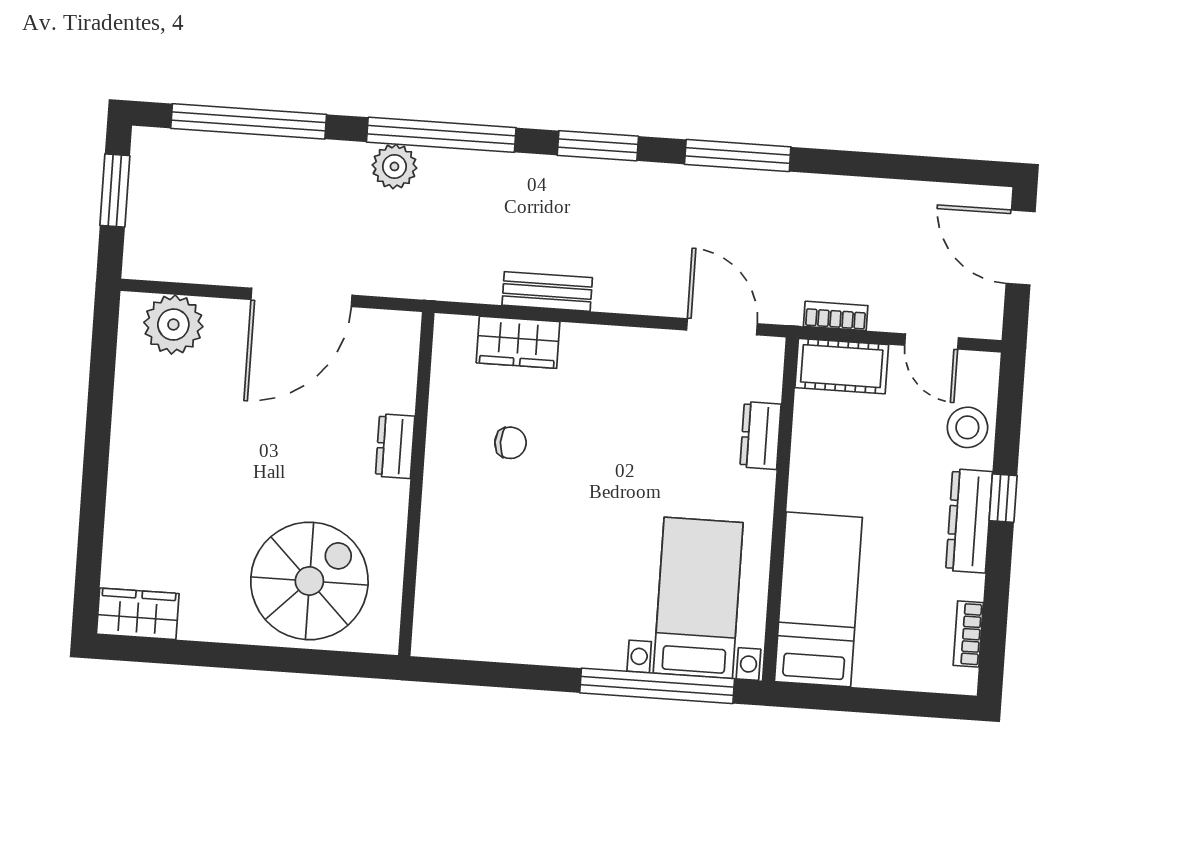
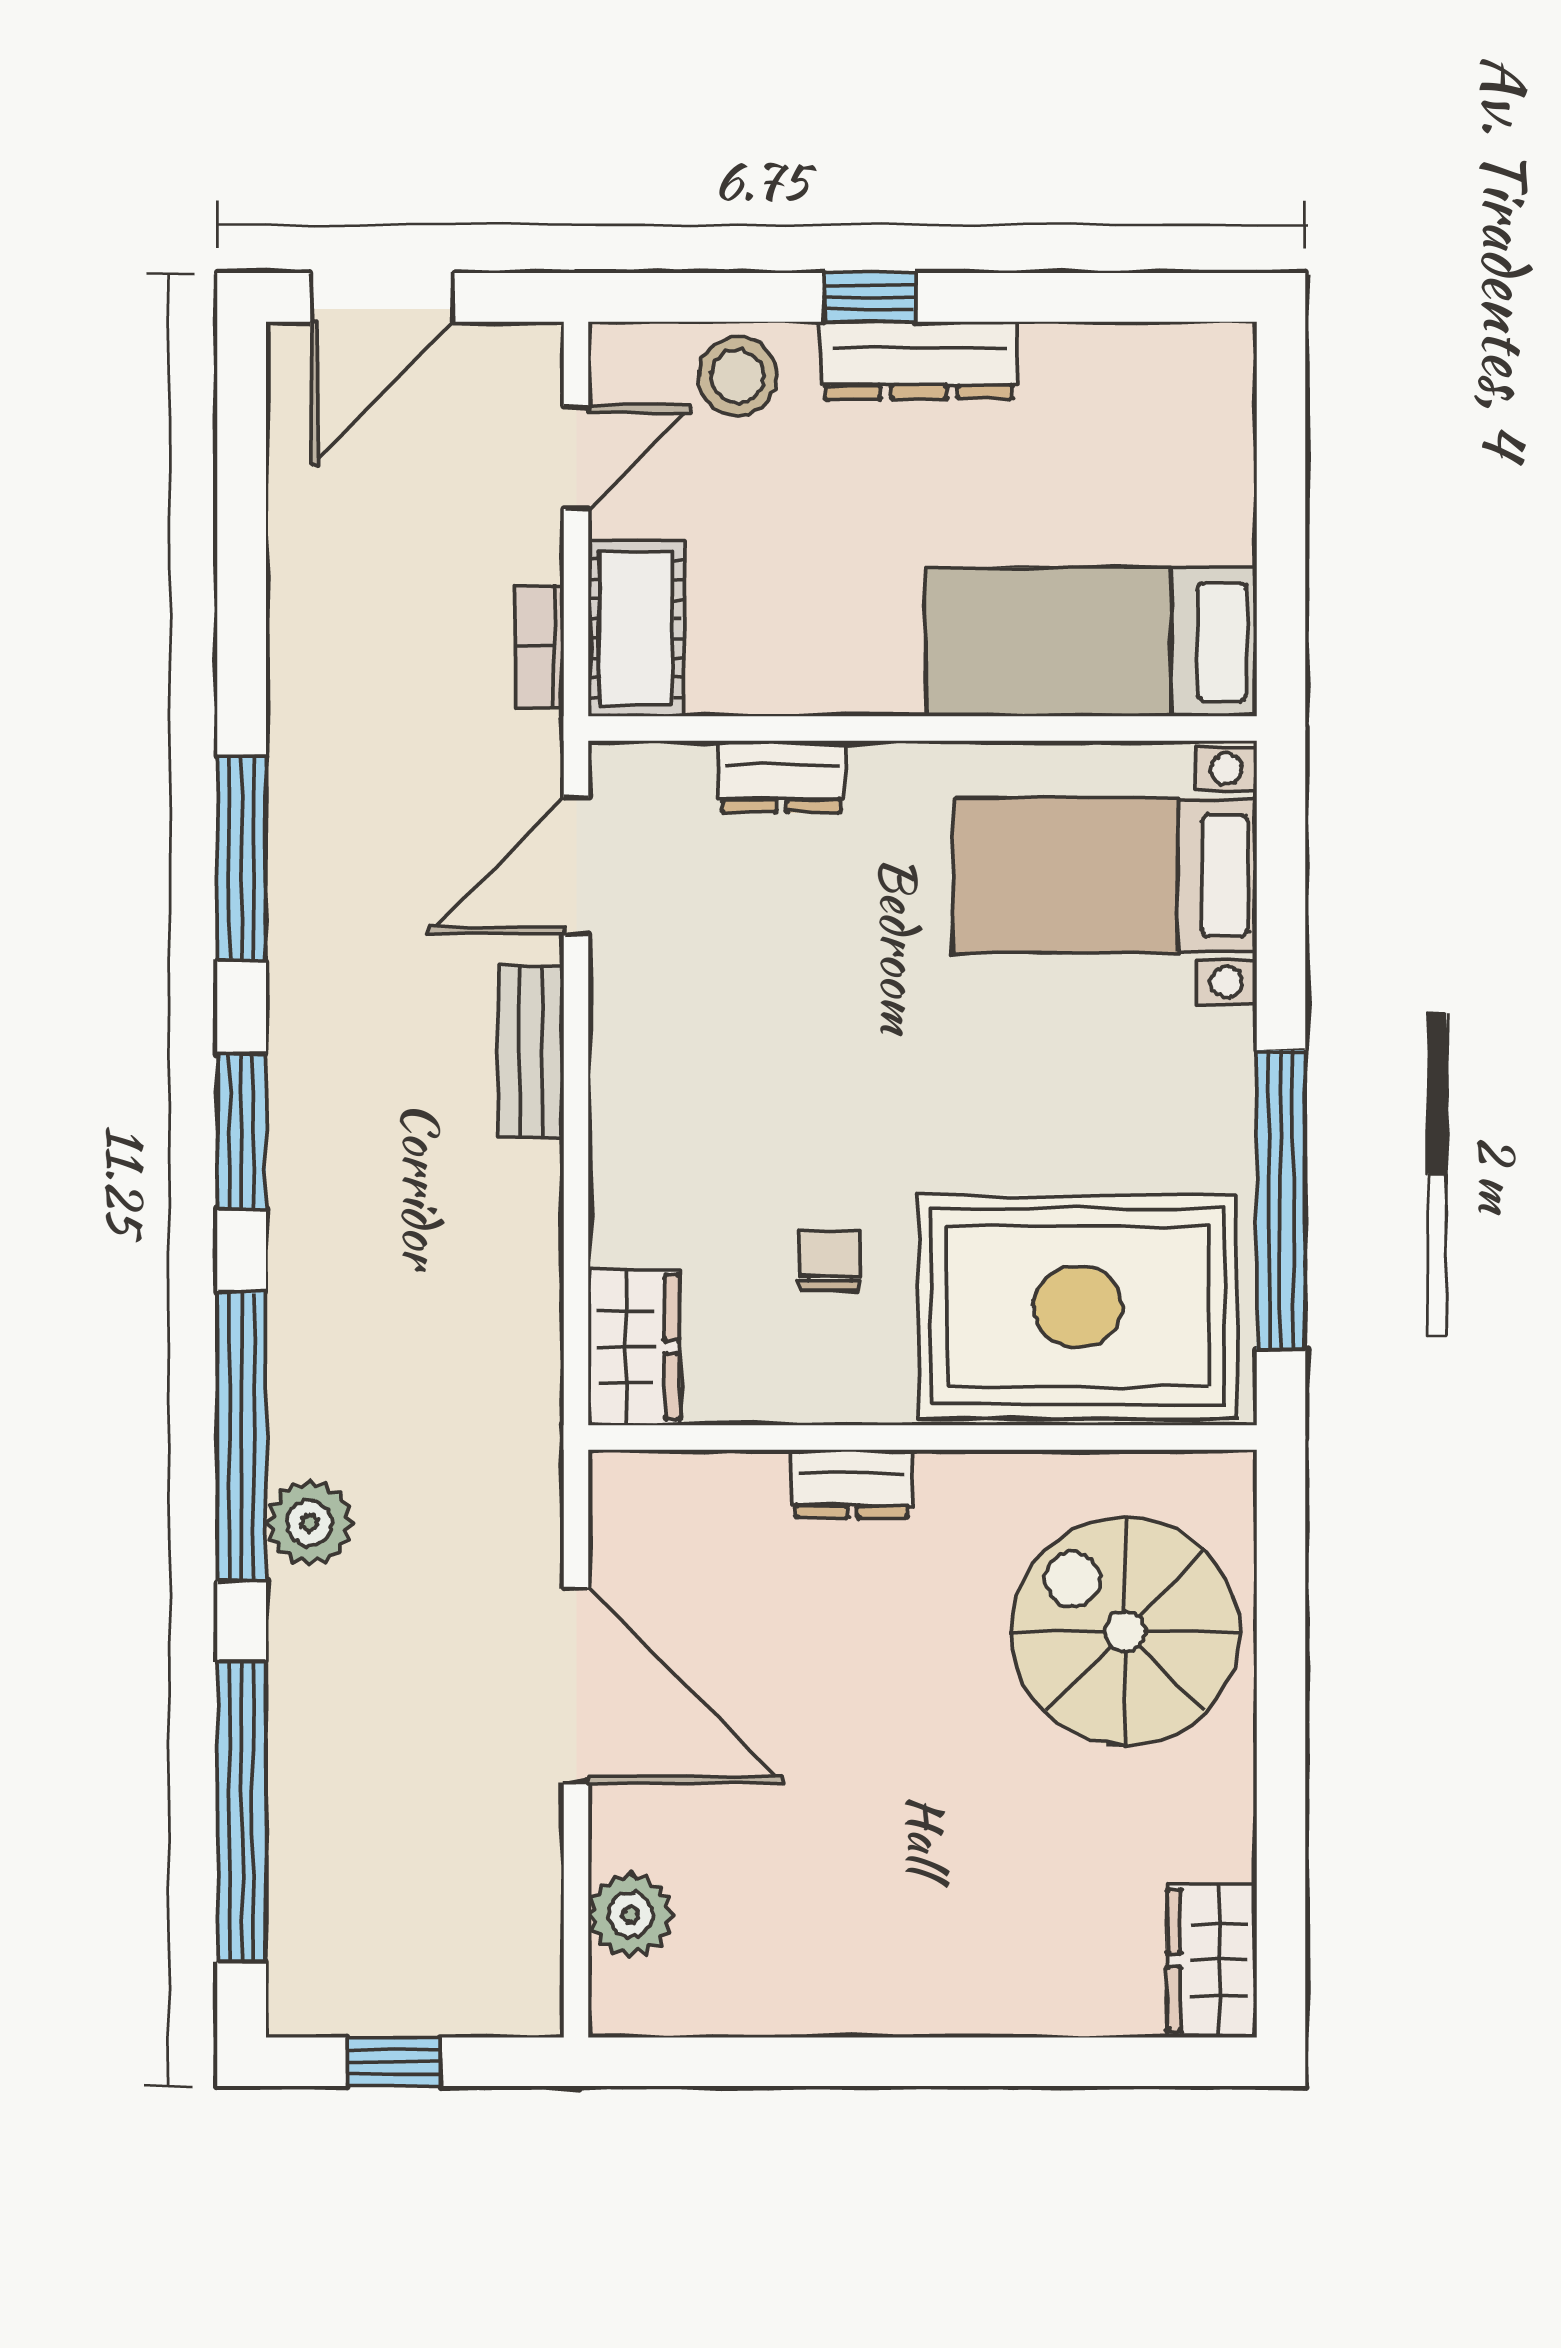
window: (115, 191) -> (394, 2062), width x0.67
bench: (547, 291) -> (531, 1051), moved
plant: (173, 325) -> (630, 1915), width x0.73, depth x0.73
wardrobe: (518, 342) -> (634, 1347), moved
rug: (478, 568) -> (1078, 1307), added
bookcase: (968, 634) -> (1138, 347), removed
window: (657, 686) -> (1281, 1200), moved

